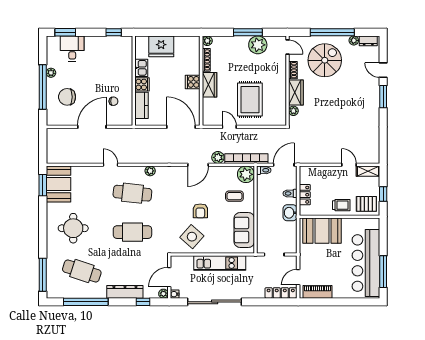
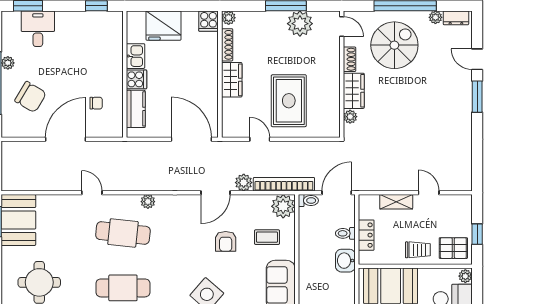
cooker: (193, 82) -> (209, 21), moved, turned -90
chair: (67, 97) -> (31, 97), turned -149
shelving: (368, 171) -> (396, 202), moved
armchair: (200, 211) -> (226, 241), moved
plant: (375, 224) -> (465, 276), added

